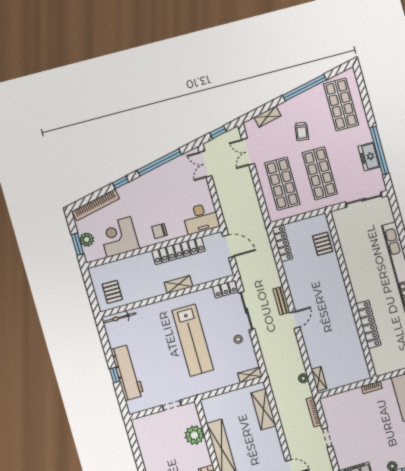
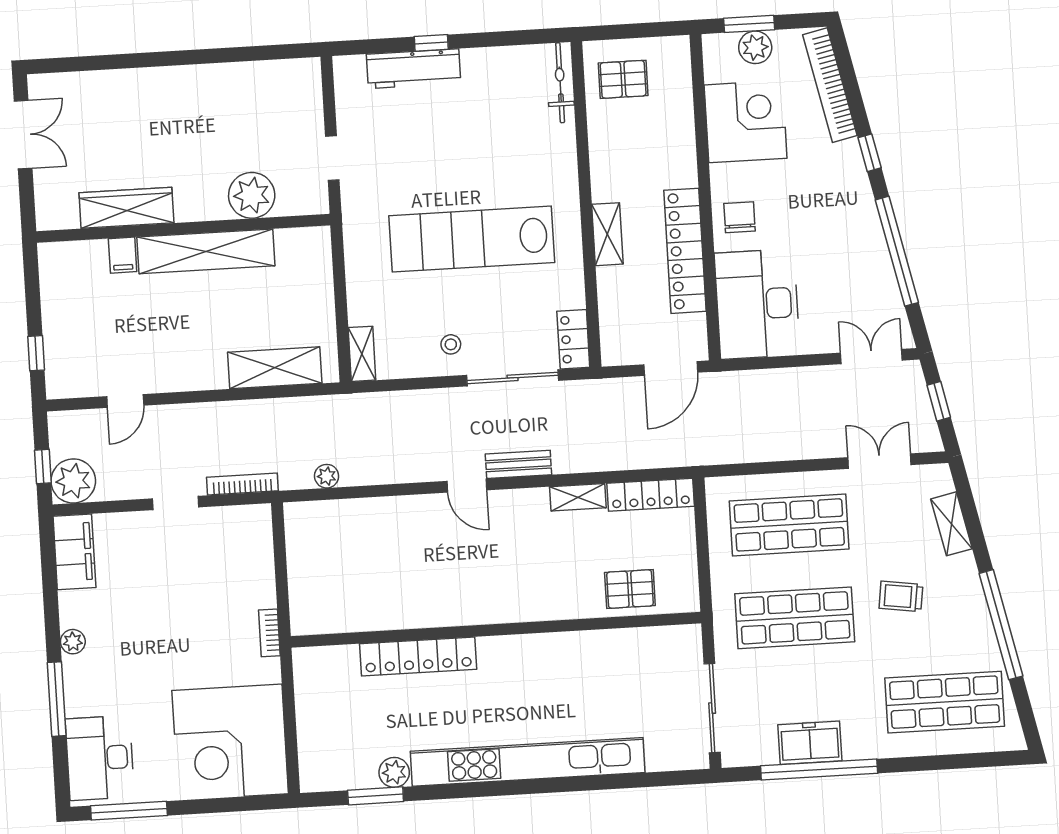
desk: (201, 218) -> (757, 304), width x1.36, depth x1.30
workbench: (127, 372) -> (414, 69), width x0.73, depth x0.76
shelving: (319, 379) -> (578, 497), moved

